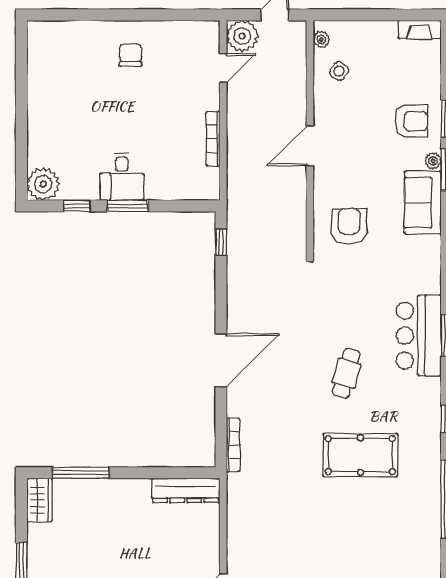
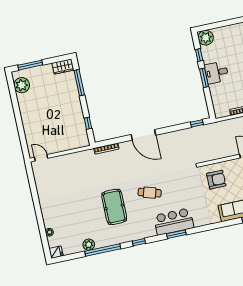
window: (171, 473) -> (88, 123), added
dresser: (186, 490) -> (81, 132), removed
plant: (429, 526) -> (89, 245), added

